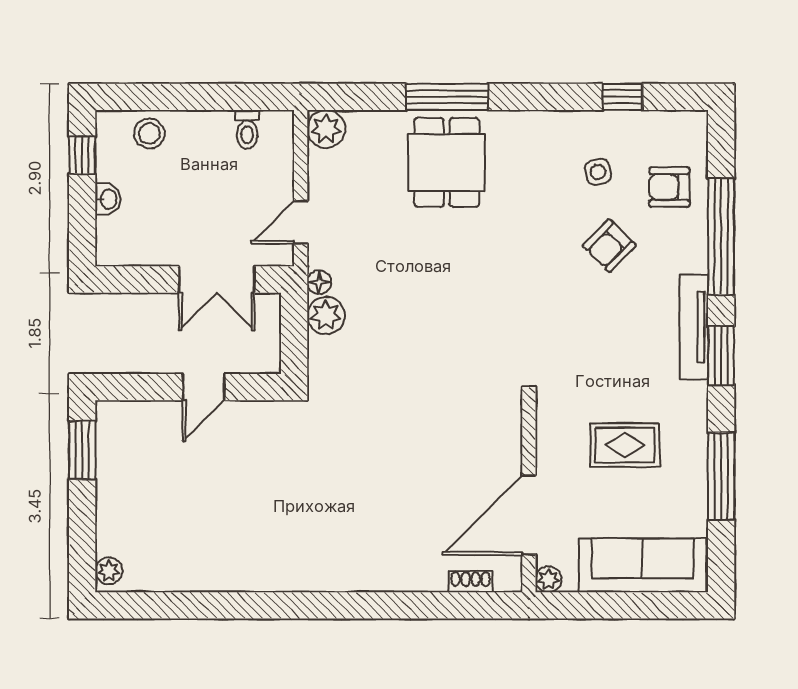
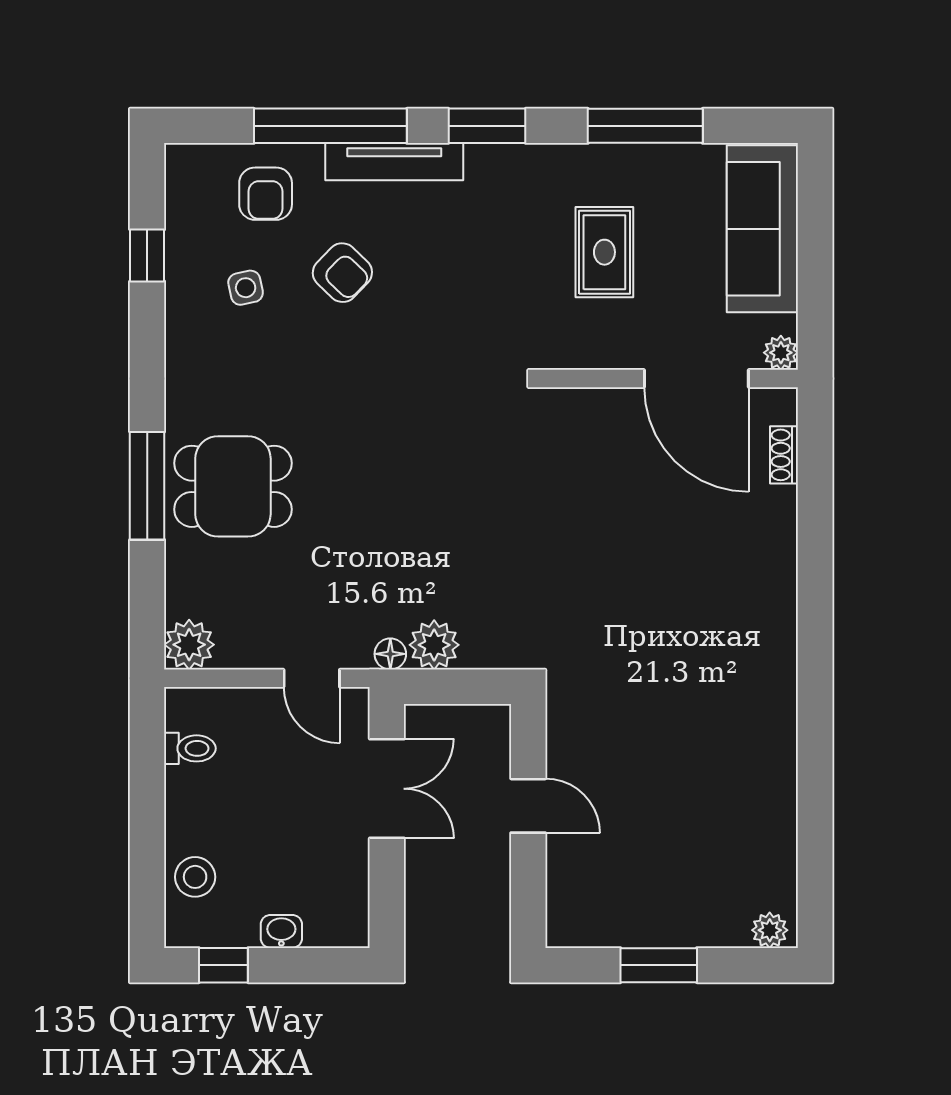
tv unit: (694, 327) -> (394, 162), moved
window: (82, 450) -> (659, 965), moved

